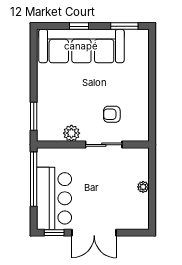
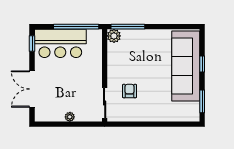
window: (34, 116) -> (128, 27), width x1.44
plant: (71, 133) -> (114, 36), moved
sliding door: (104, 145) -> (105, 103), moved
double door: (94, 233) -> (32, 89), moved

